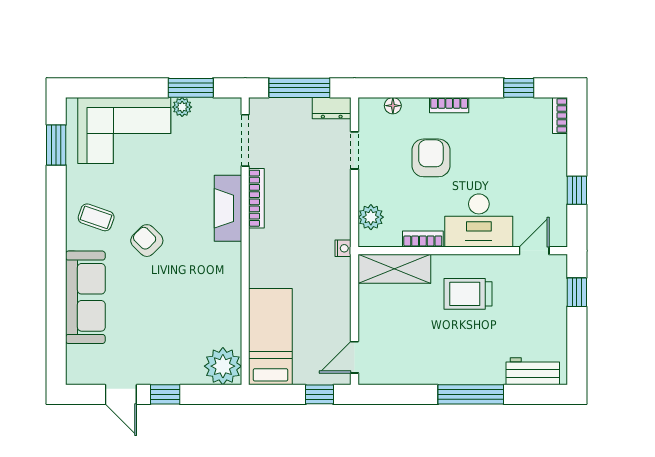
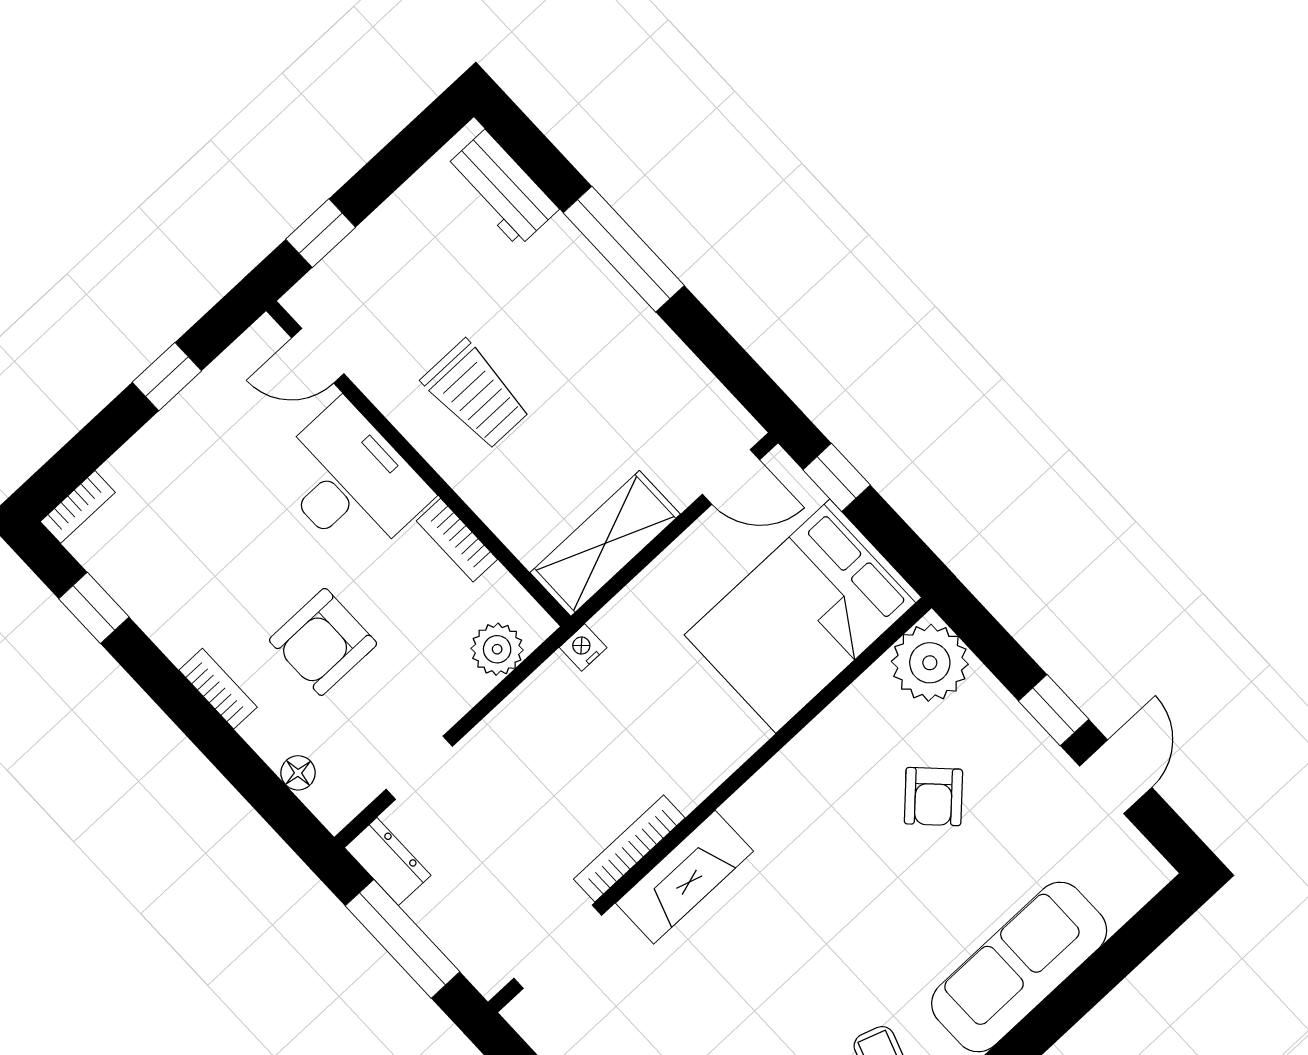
armchair: (147, 241) -> (933, 797), moved
shelving: (394, 269) -> (605, 543), moved, turned 90
bed: (270, 337) -> (803, 616), width x1.50

